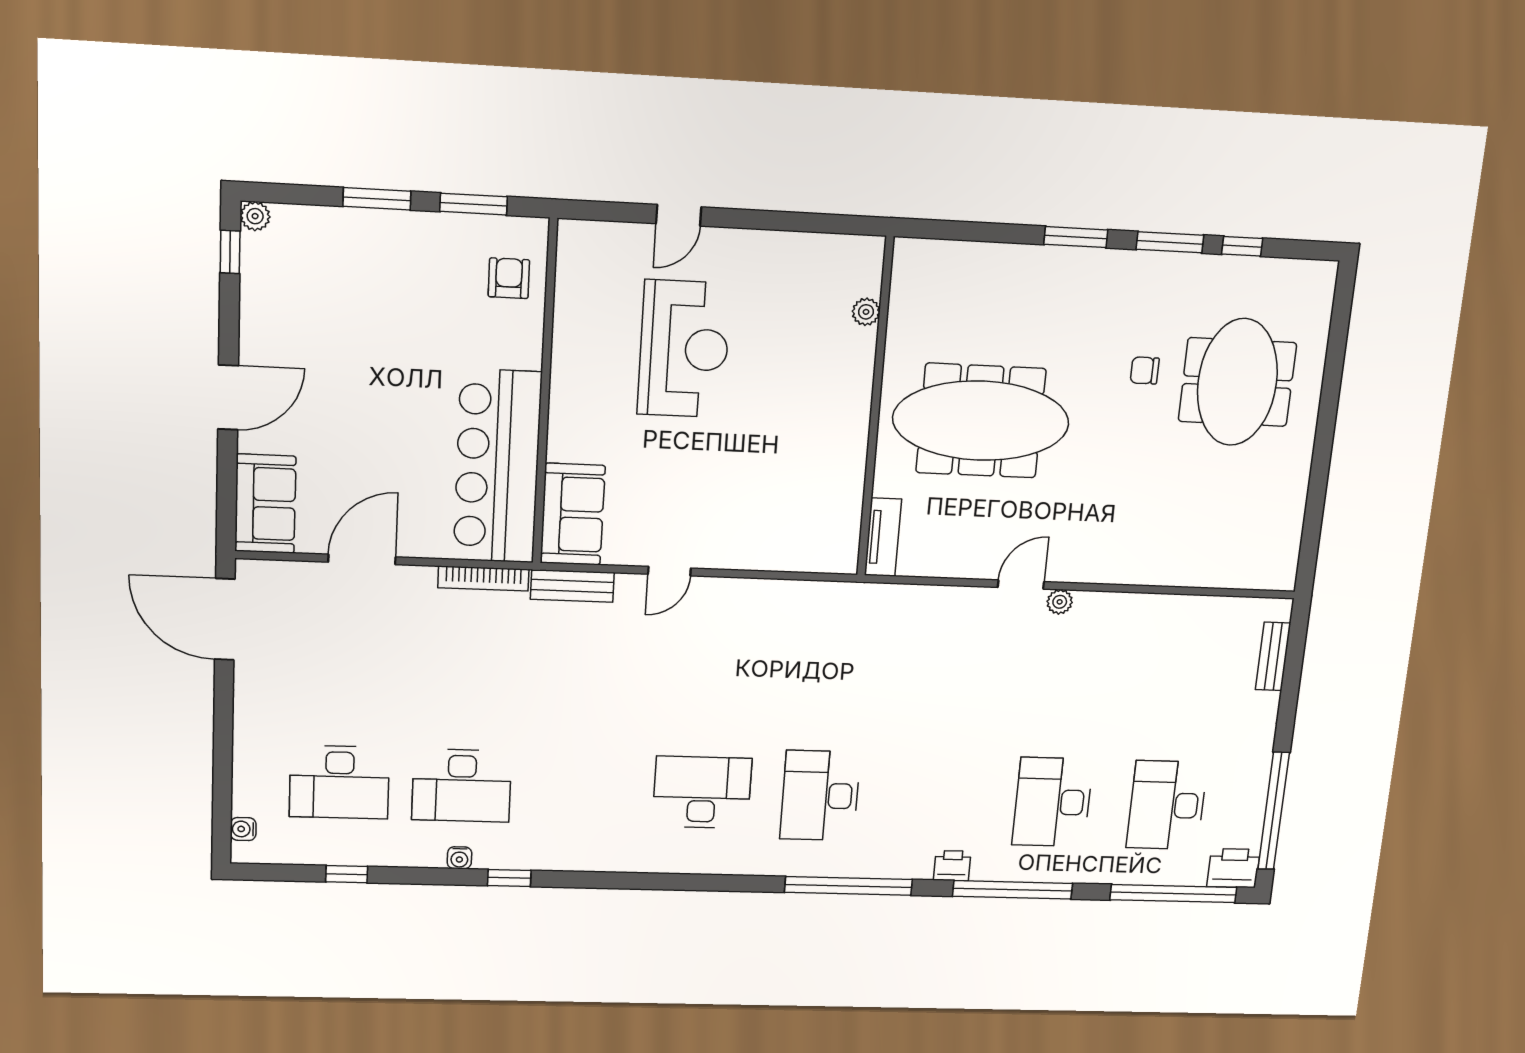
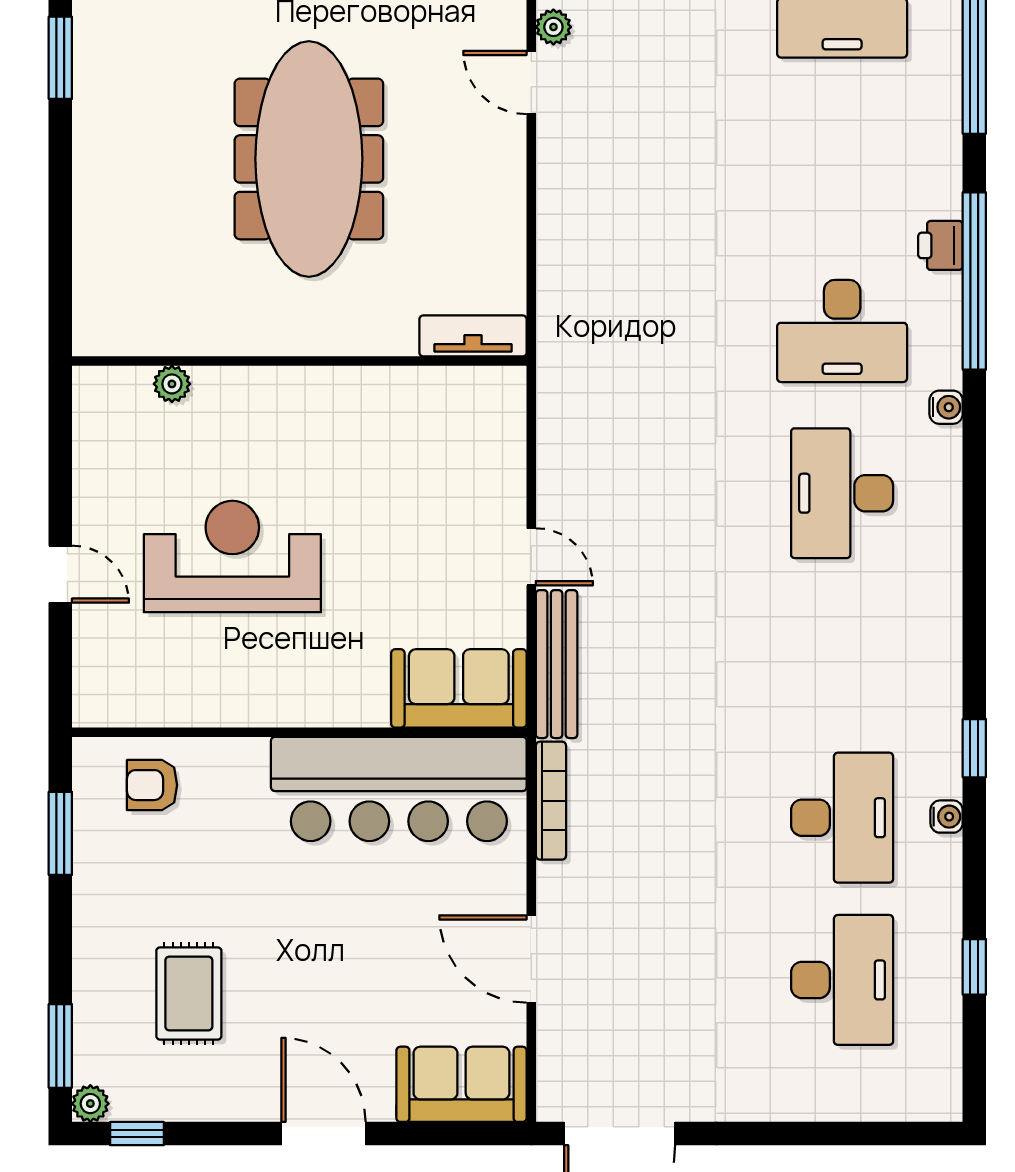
window: (377, 199) -> (60, 1046), moved
rug: (342, 299) -> (189, 993), added
plant: (866, 312) -> (172, 384), moved
wall: (875, 409) -> (299, 361), moved
tv unit: (883, 537) -> (473, 336), moved
bench: (572, 586) -> (557, 664), width x1.36
water cooler: (243, 829) -> (946, 407), moved, turned -90
printer: (952, 866) -> (940, 245), moved

